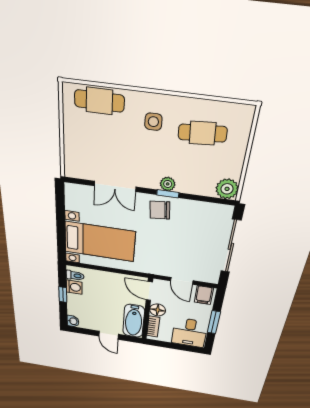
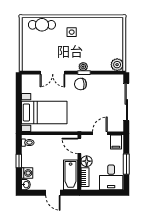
cafe table: (202, 133) -> (99, 35), removed
door: (182, 281) -> (100, 133), swing flipped
washing machine: (74, 287) -> (27, 173), moved

